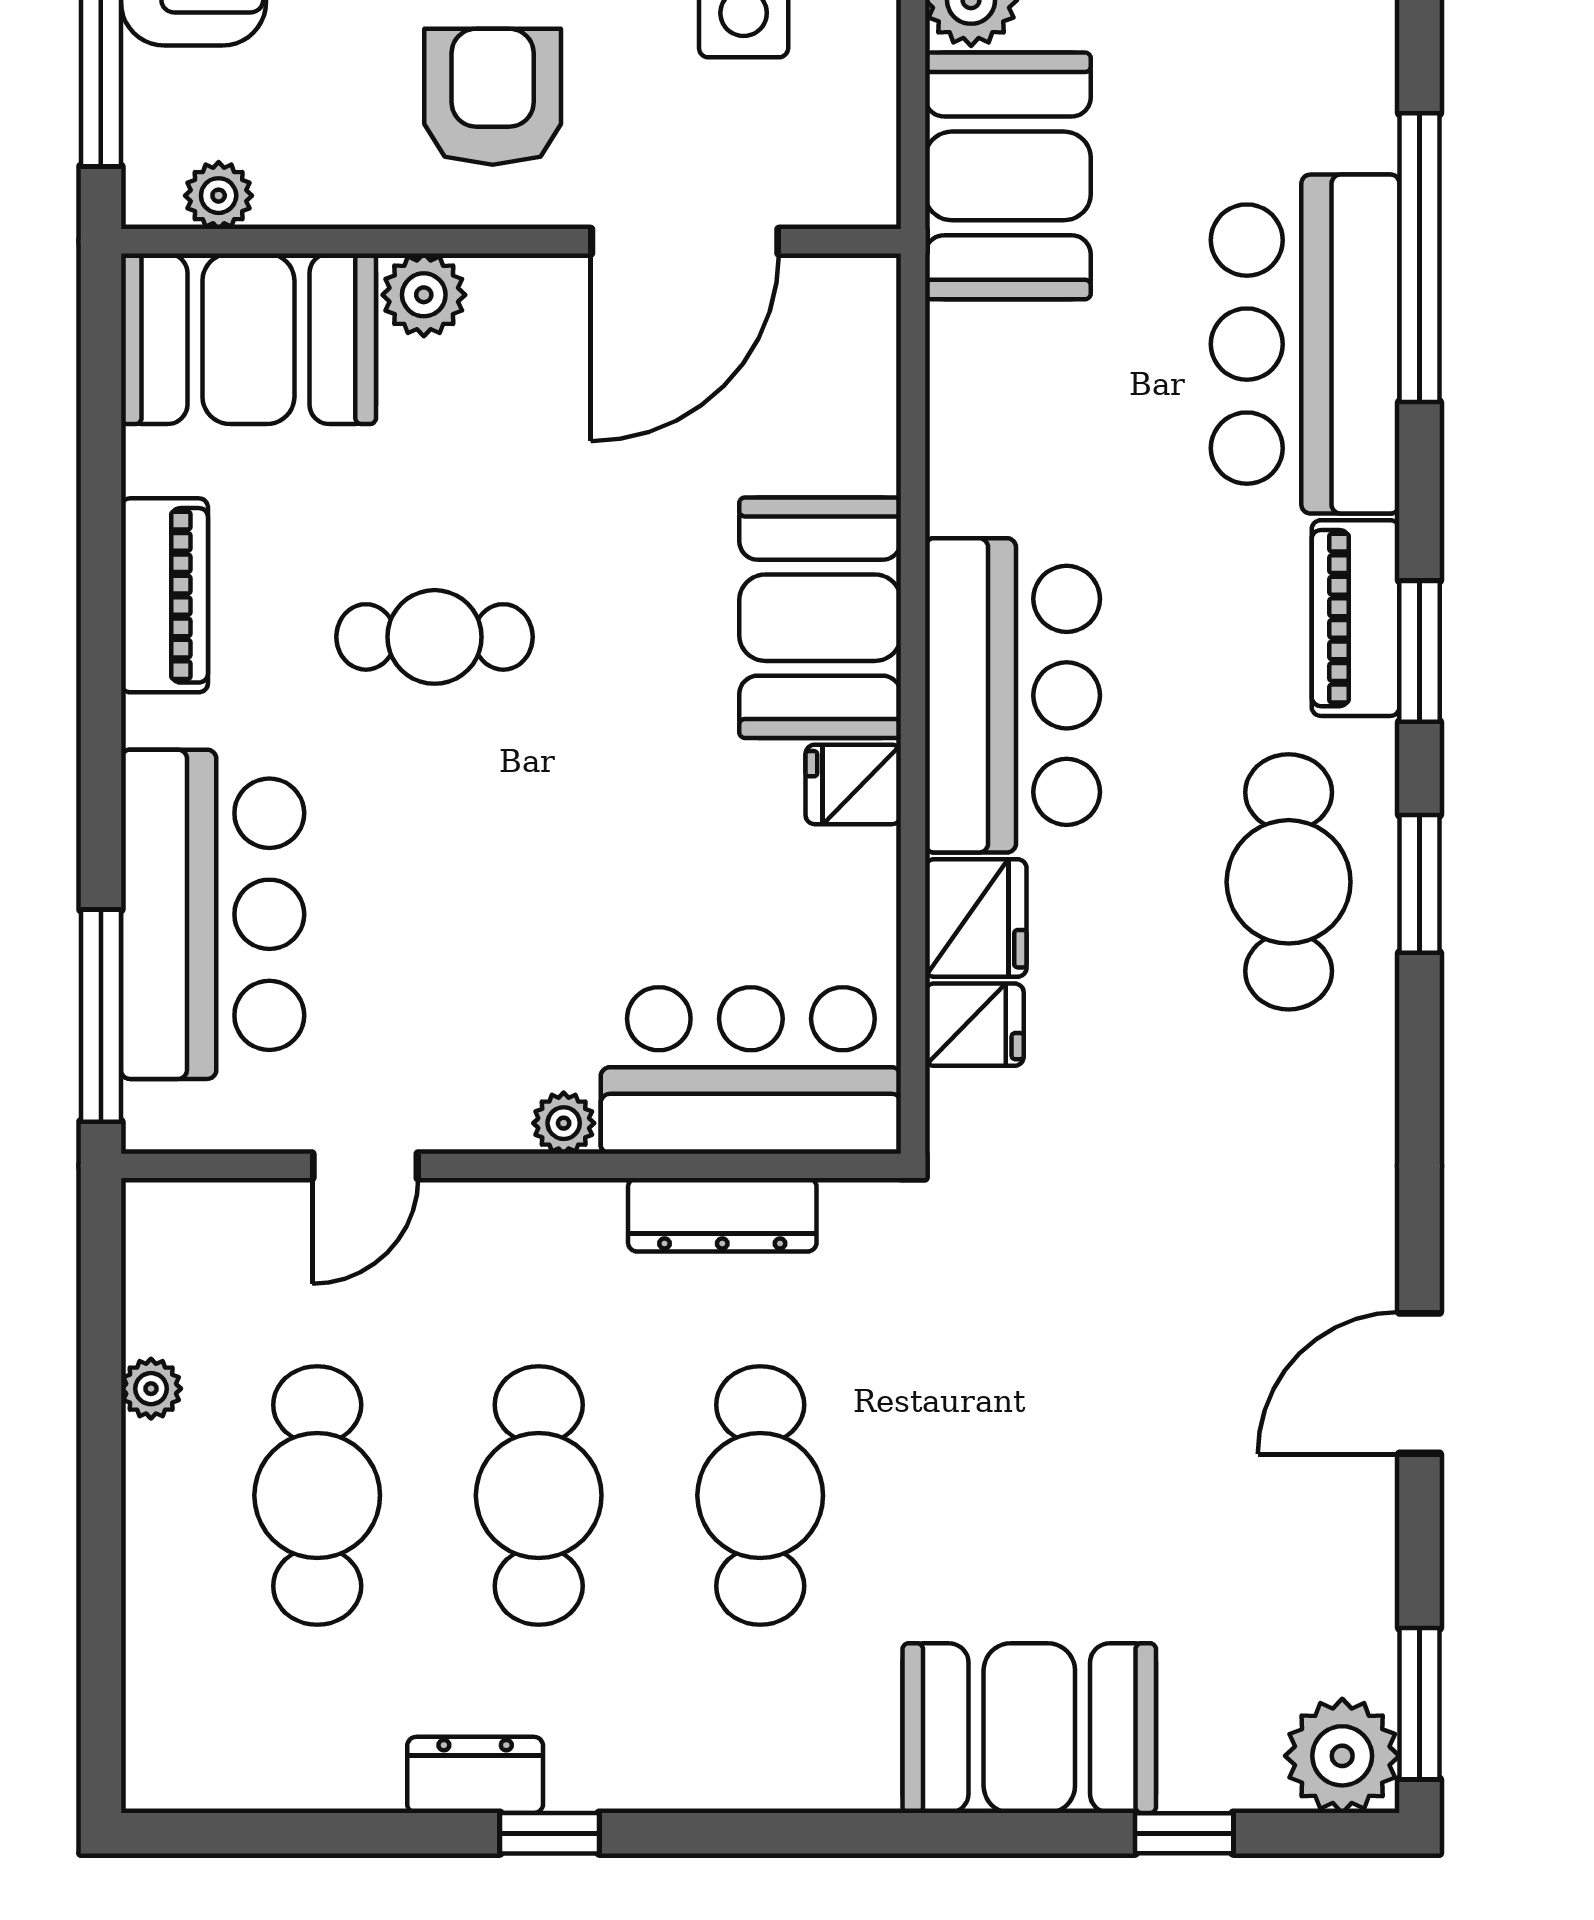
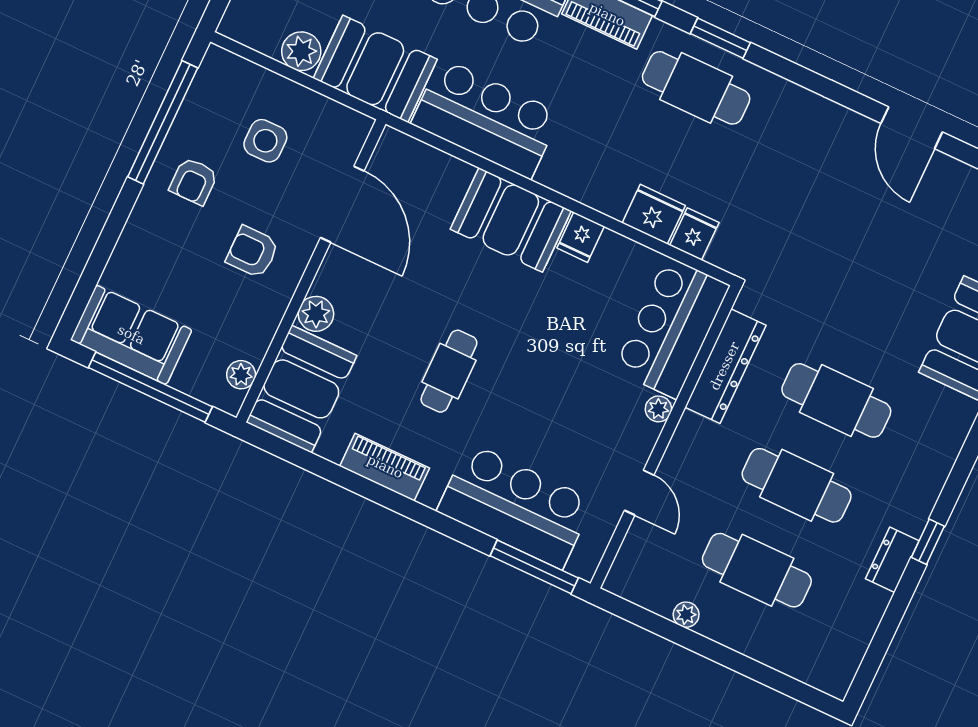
armchair: (493, 97) -> (252, 252), width x0.72, depth x0.72
bar counter: (1012, 695) -> (486, 119), moved
dresser: (722, 1215) -> (725, 366), width x1.37, depth x1.24

